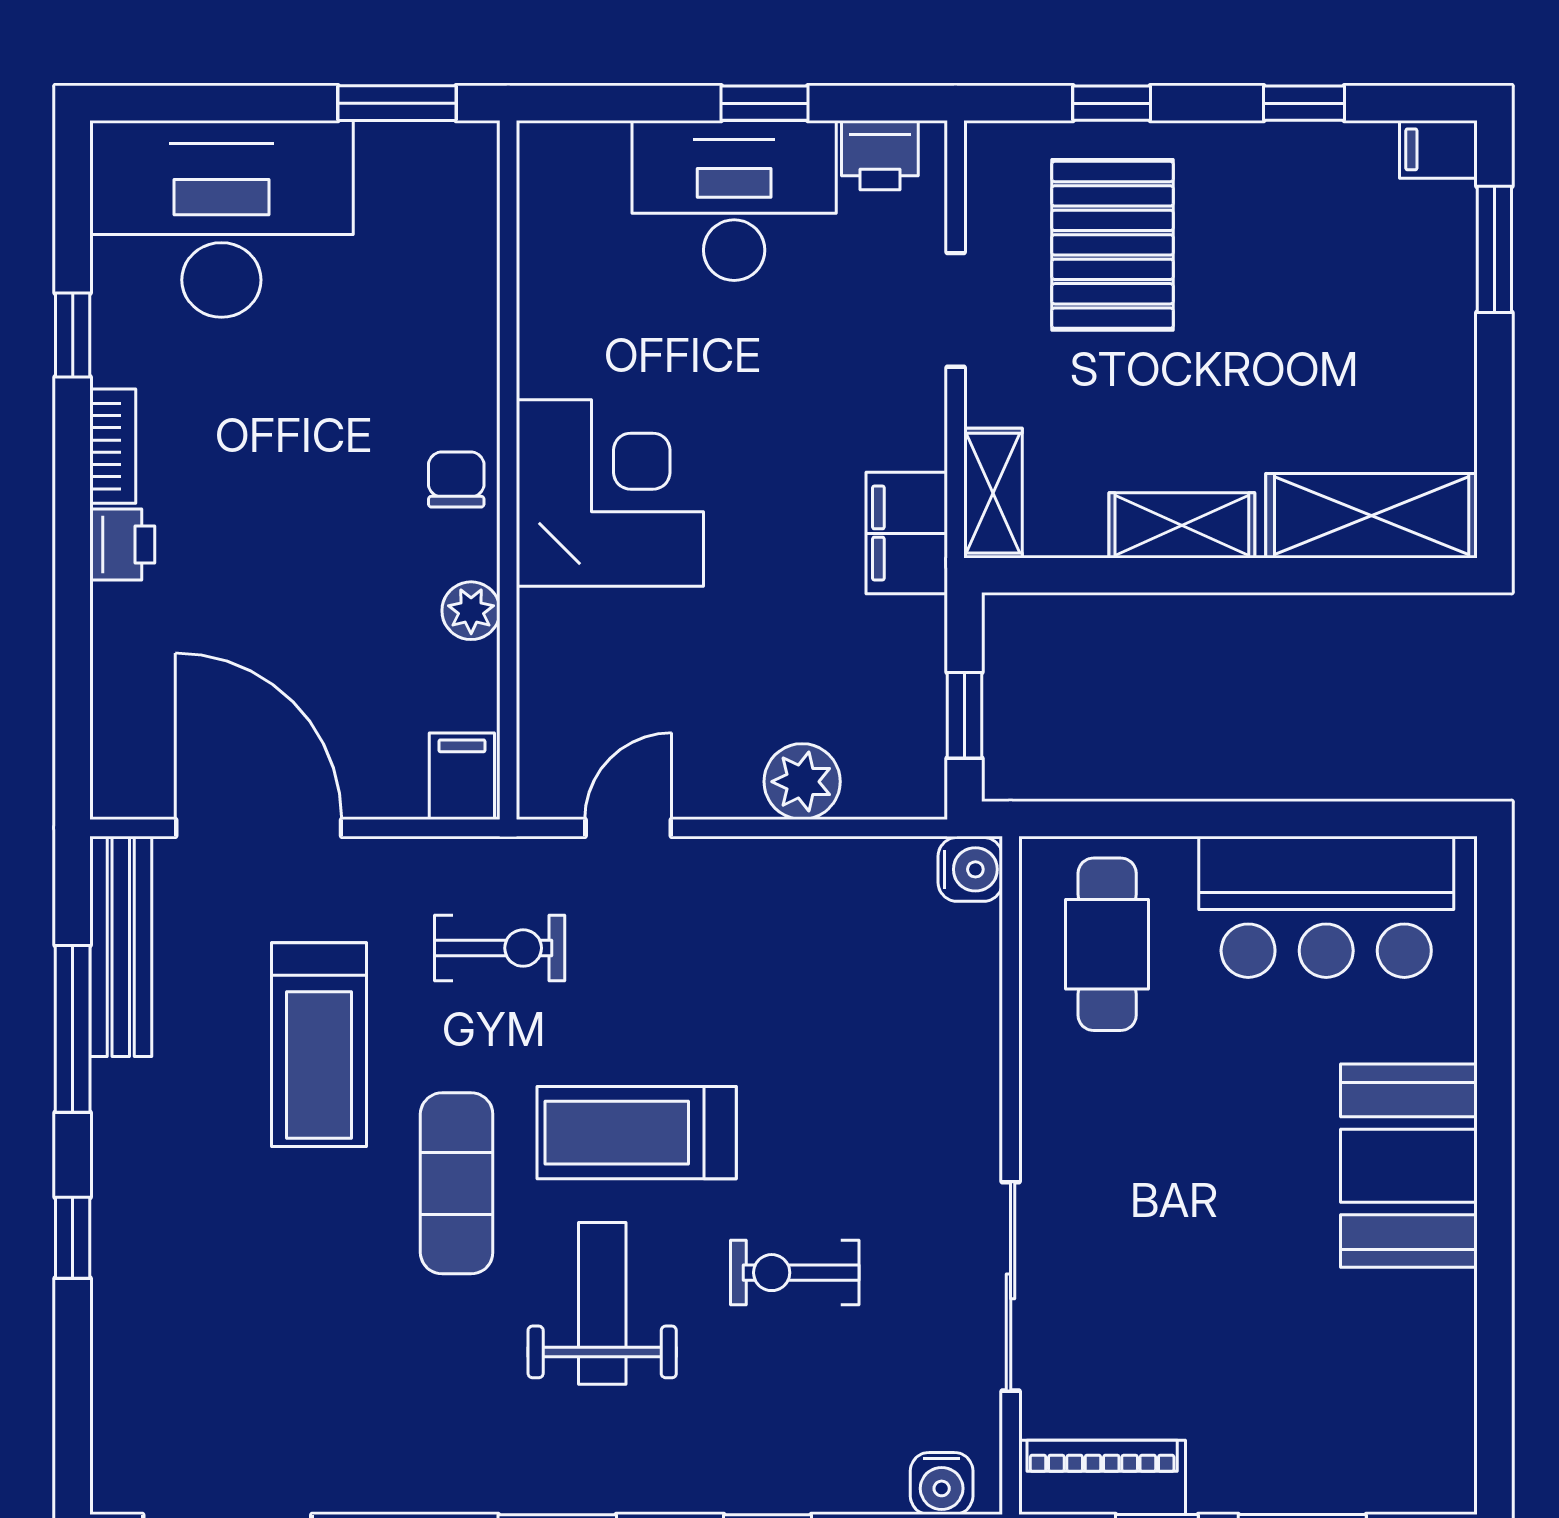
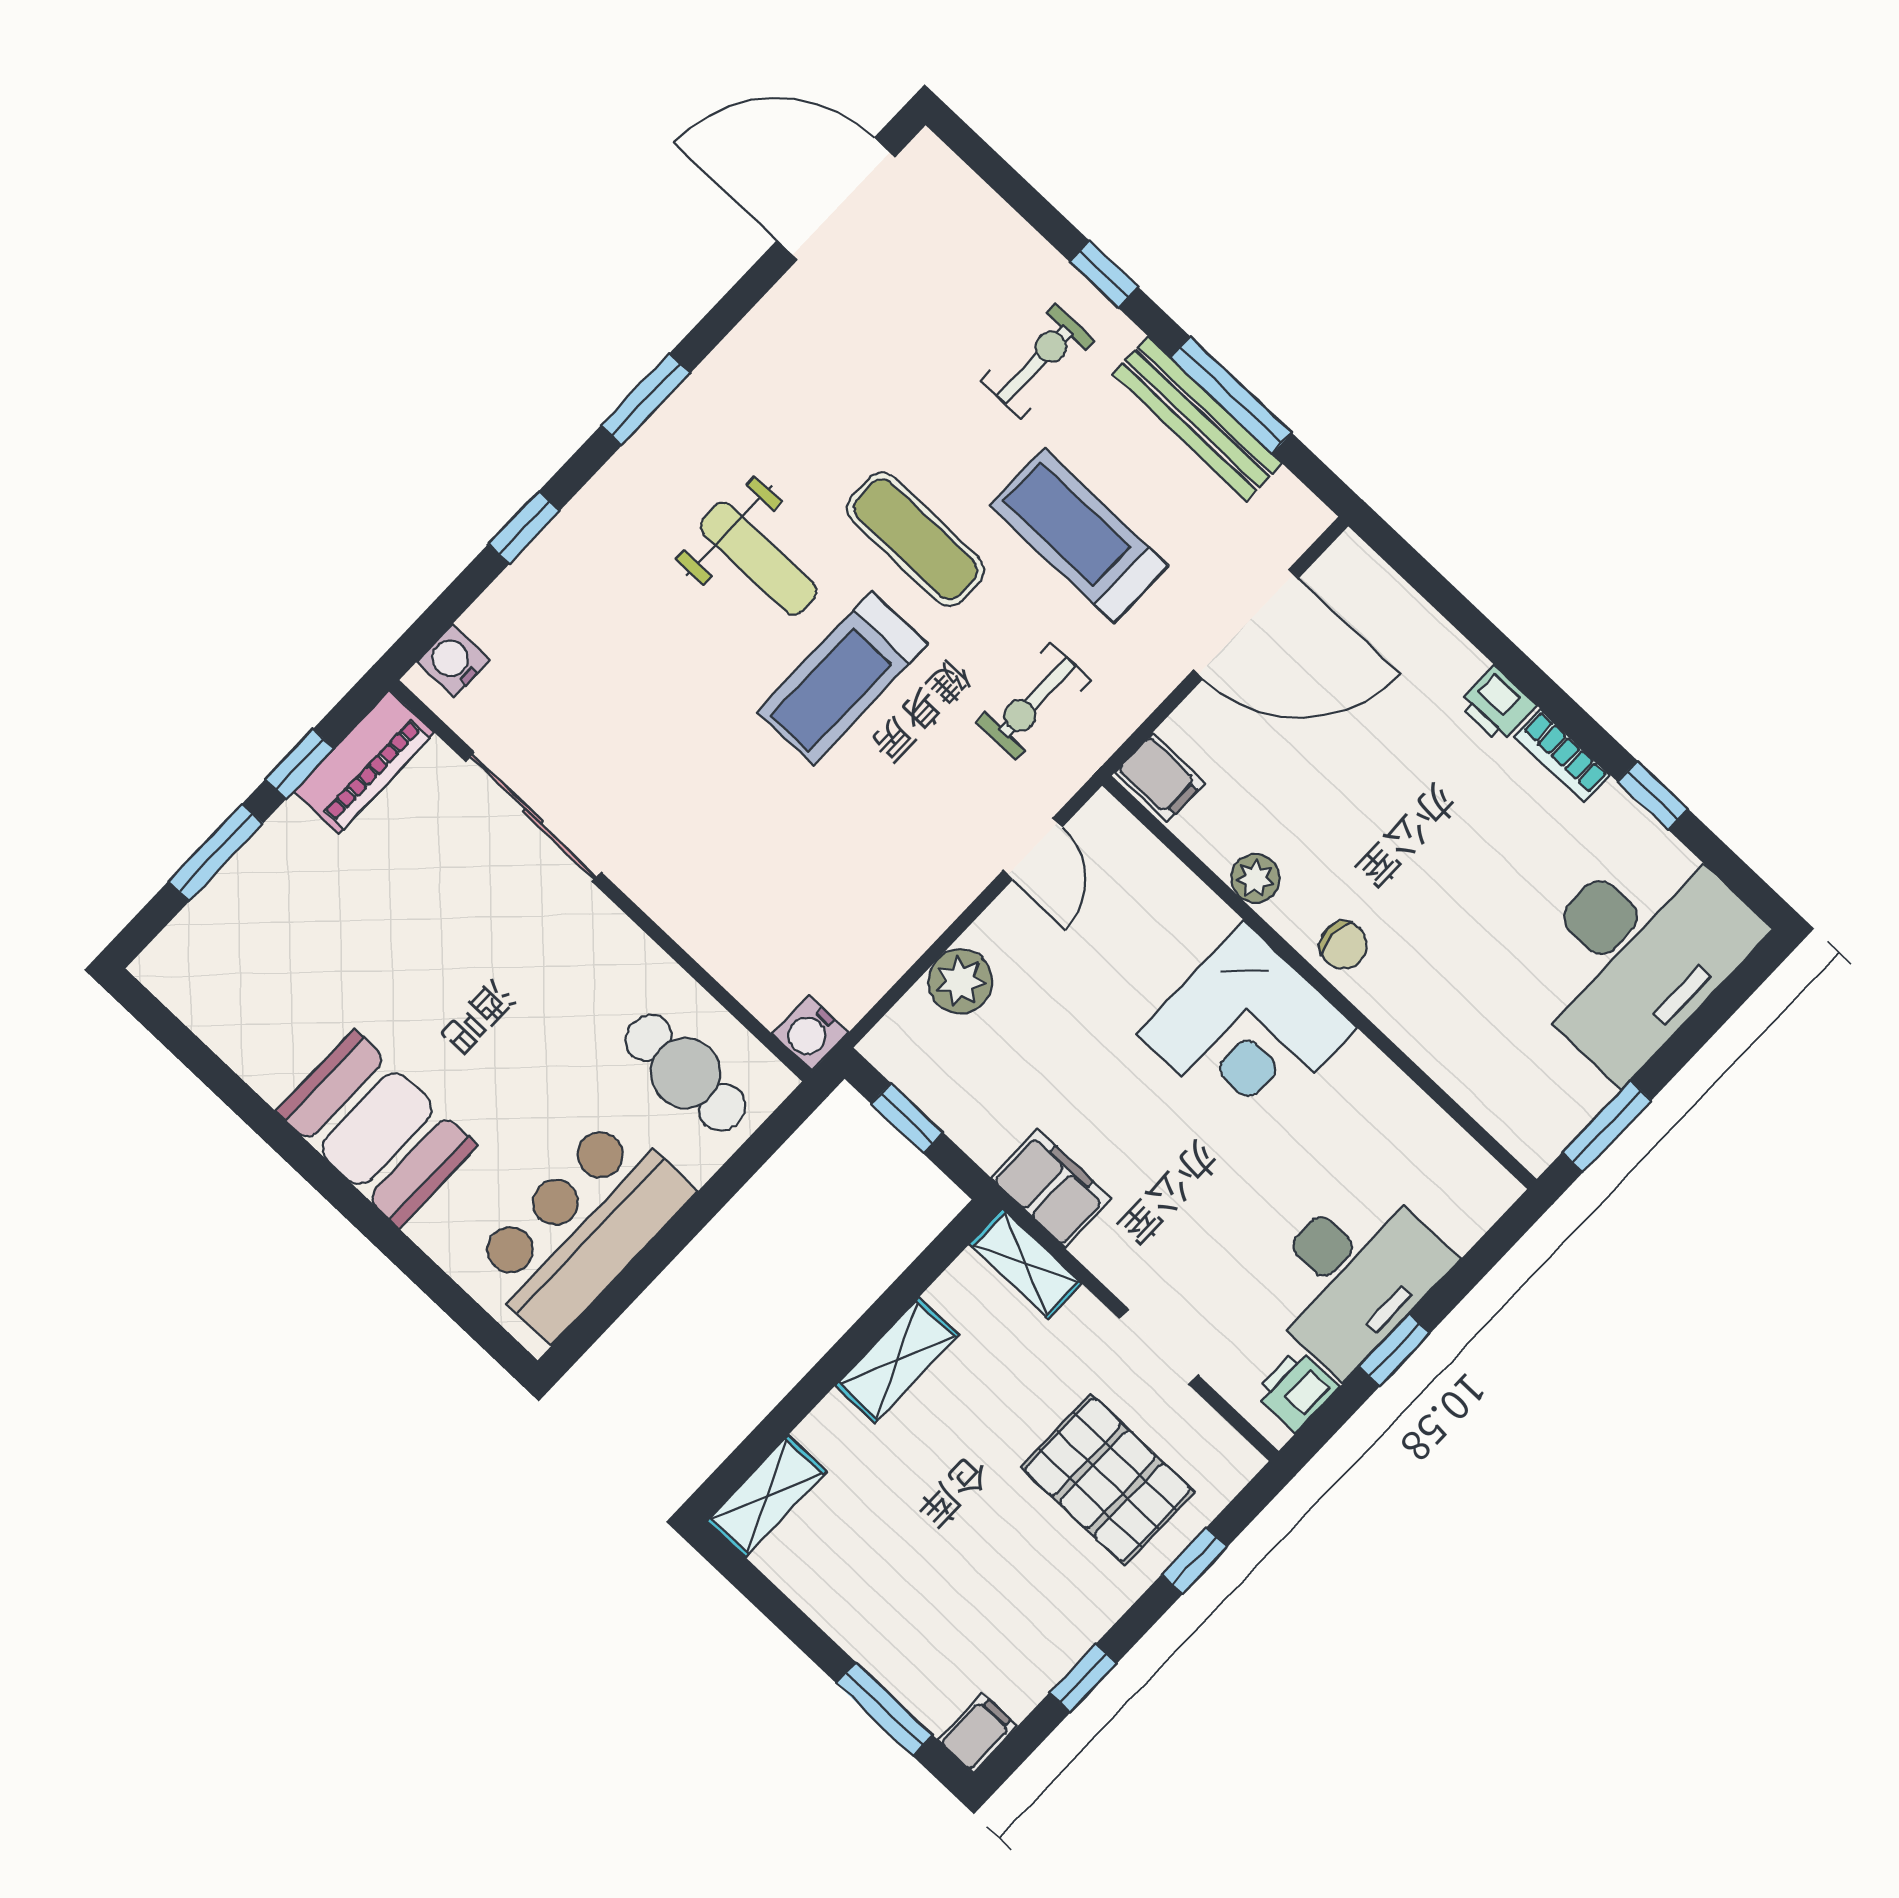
shelving: (1372, 516) -> (767, 1496), width x0.67, depth x0.75
bench: (121, 946) -> (1197, 419), moved
treadmill: (637, 1133) -> (842, 678), turned 180
exercise bike: (795, 1273) -> (1038, 361), moved

